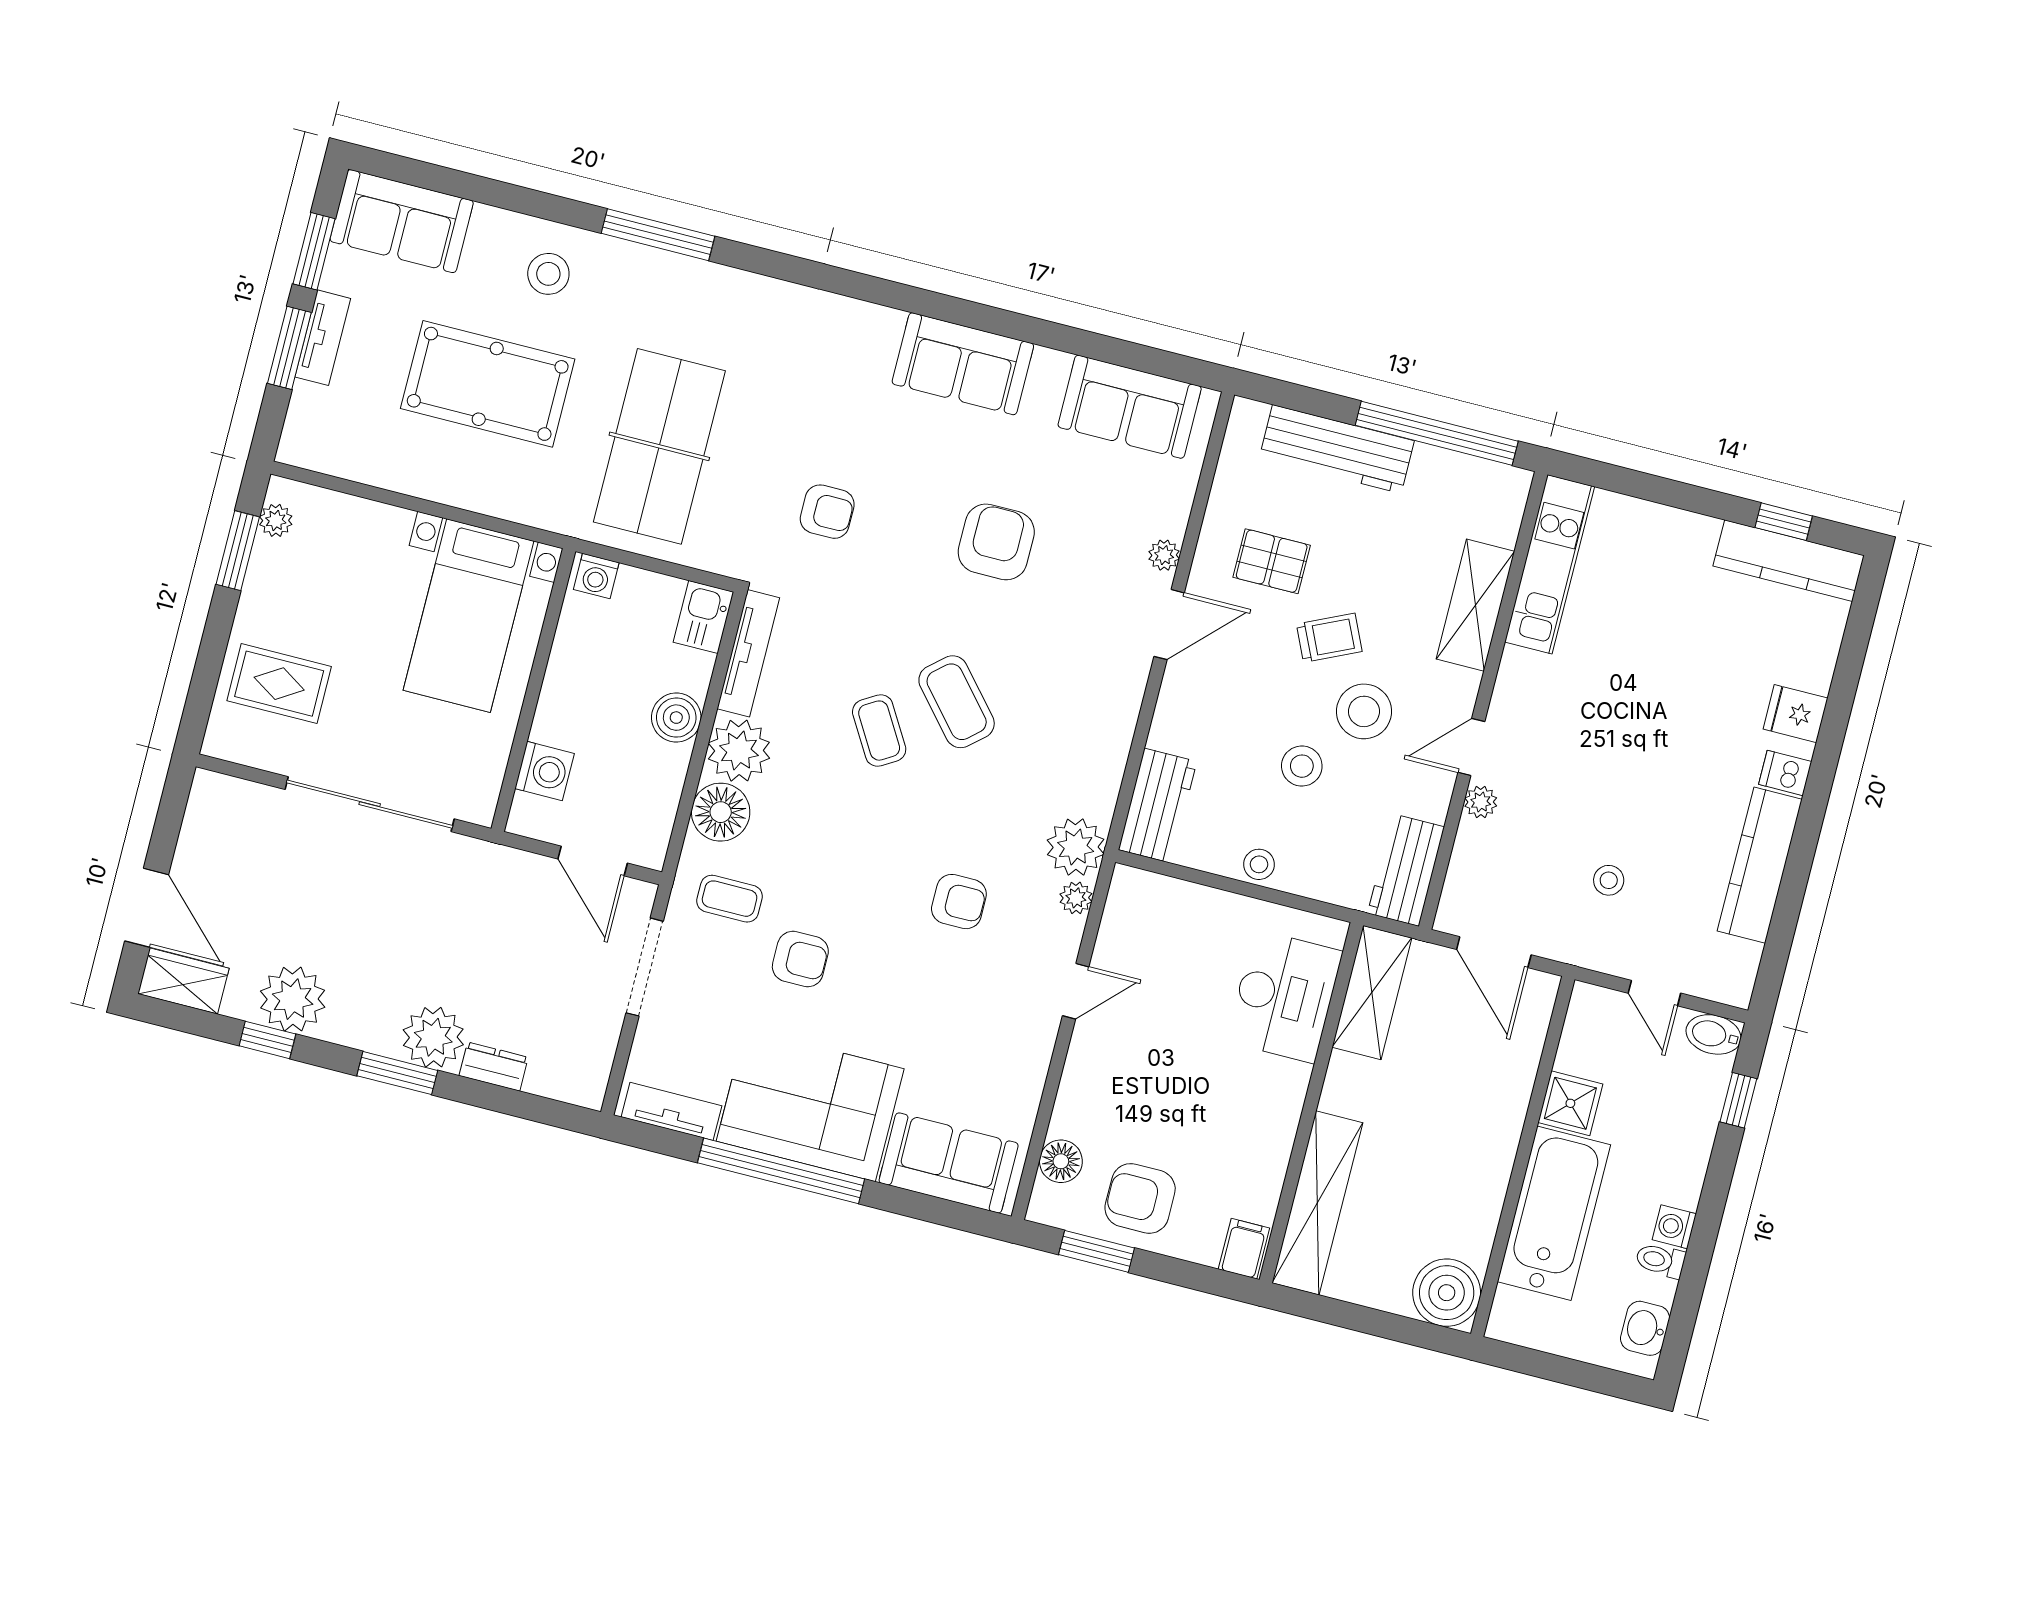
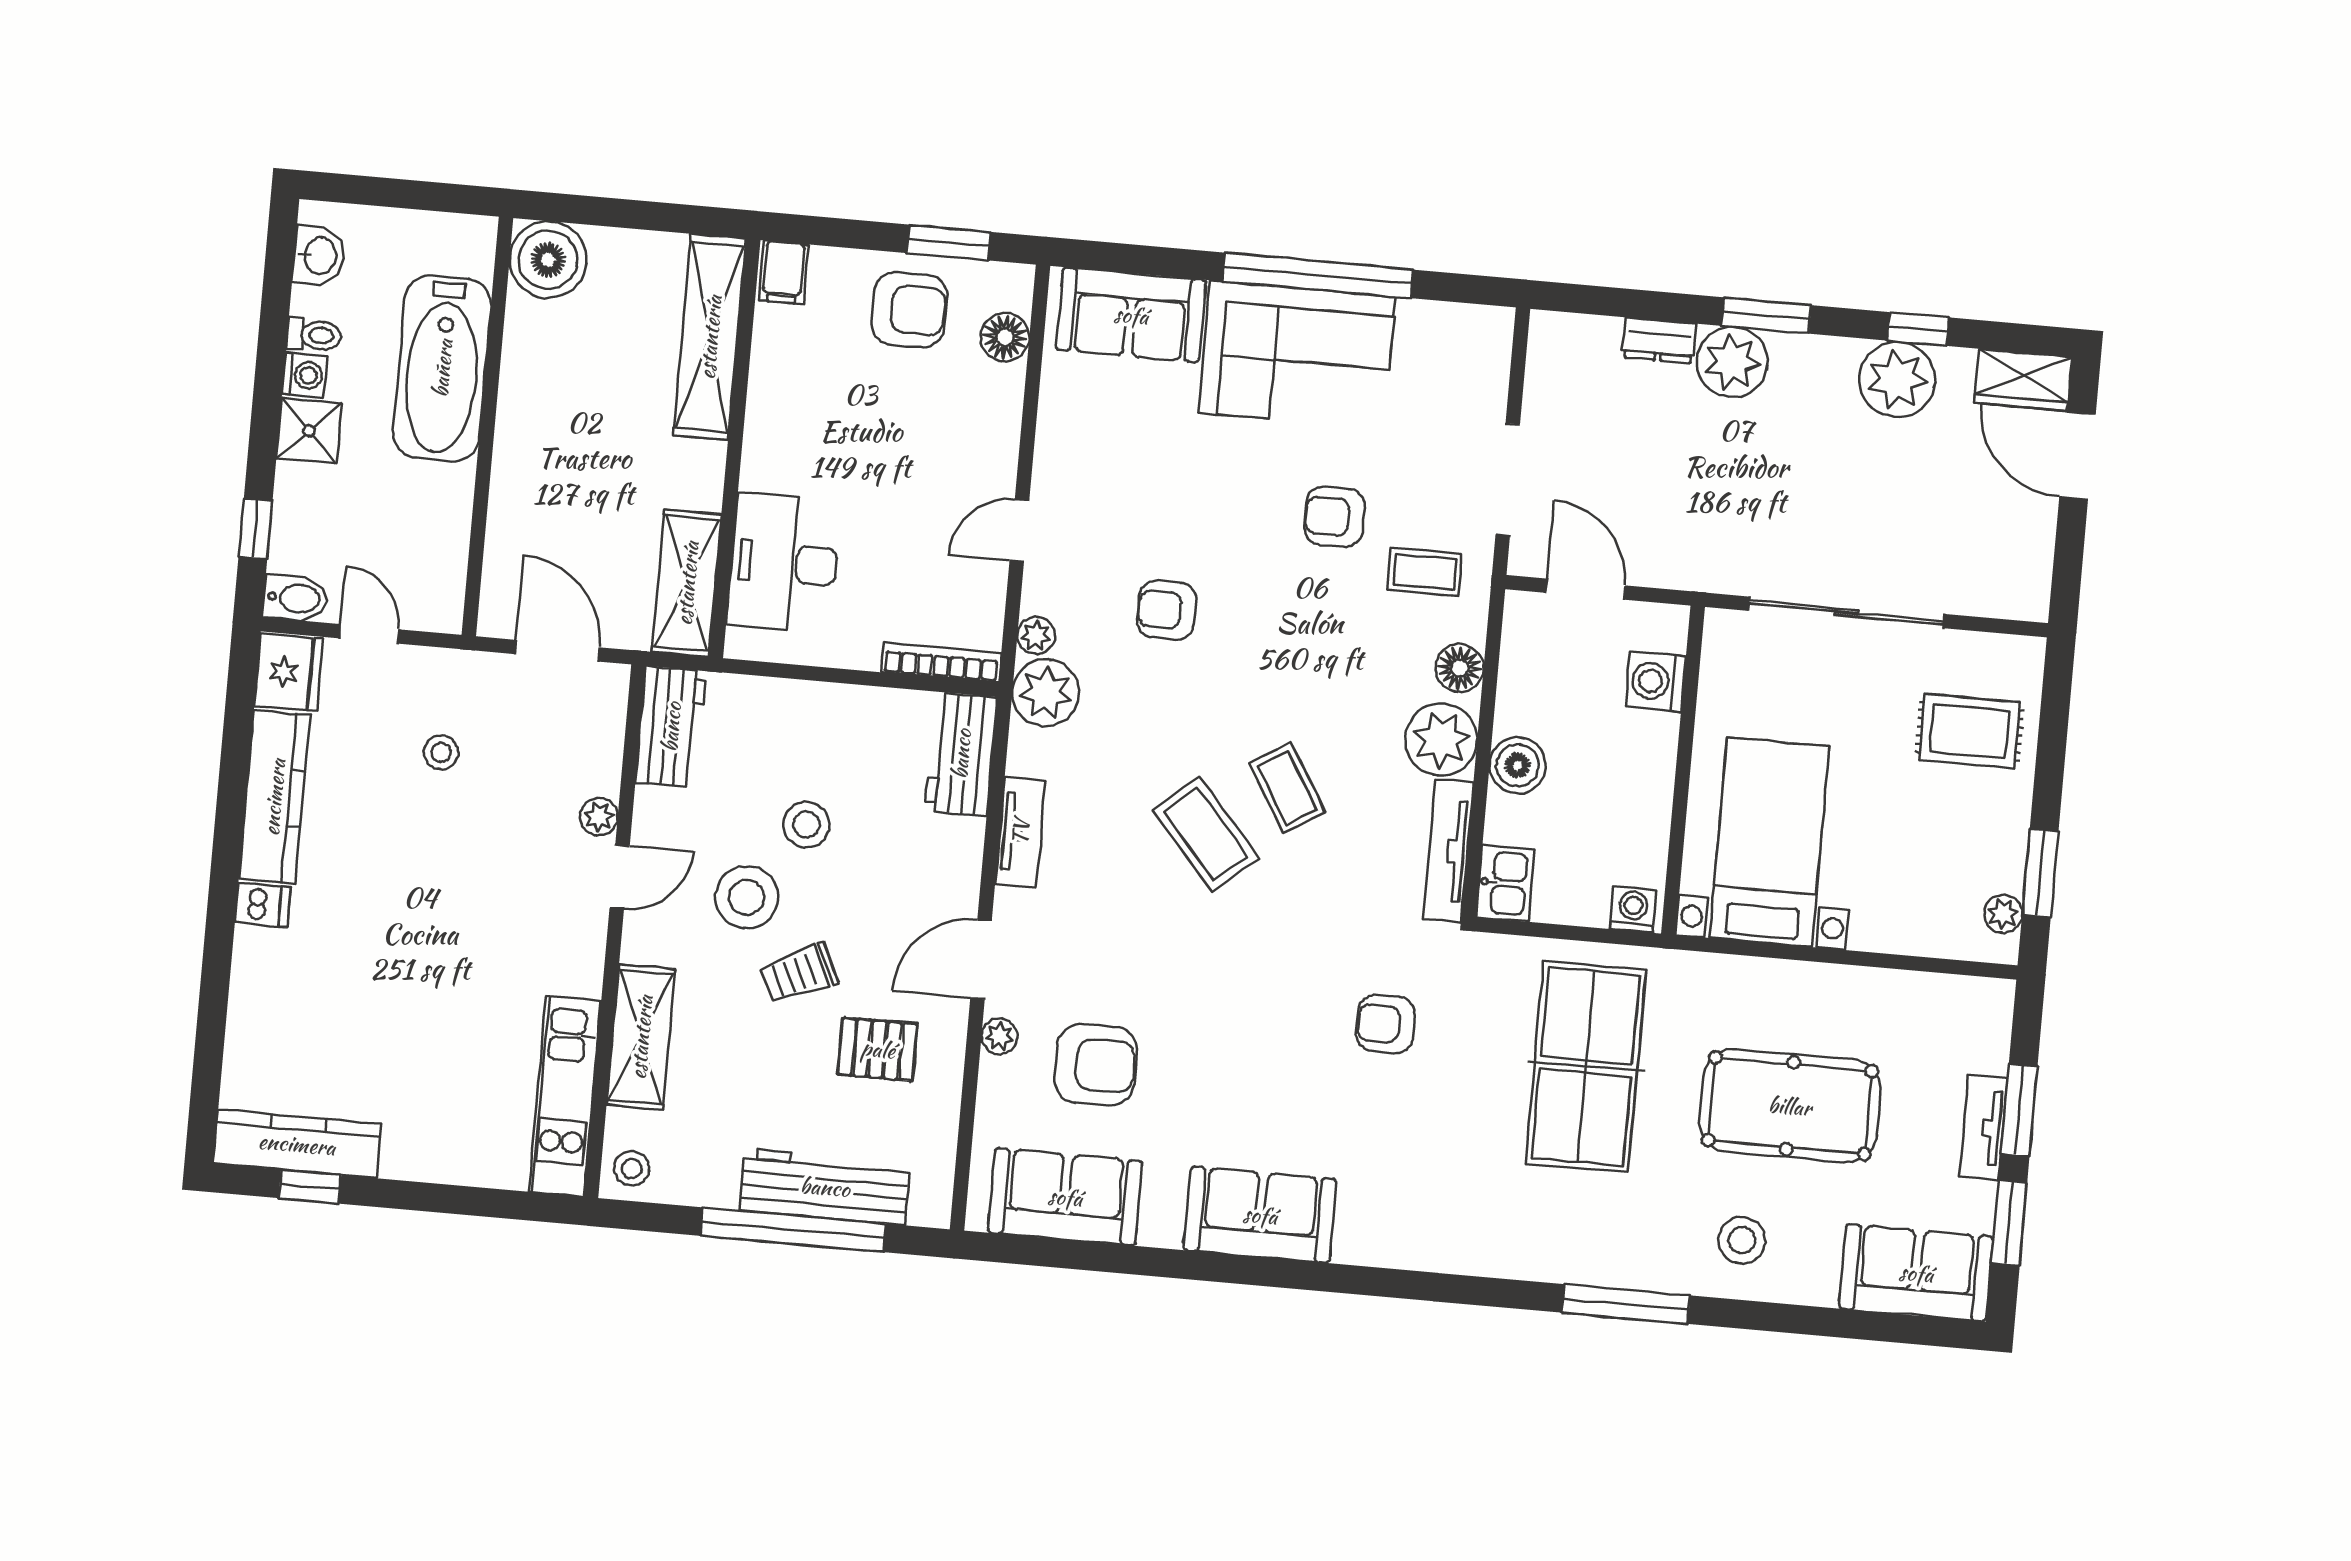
window: (1437, 433) -> (793, 1230), moved
armchair: (996, 542) -> (1096, 1065), moved, turned -90
fridge: (1795, 714) -> (289, 672), moved, width x1.38
floor lamp: (721, 812) -> (1460, 668), width x0.73, depth x0.73
stool: (1259, 864) -> (632, 1168), moved
bookcase: (1162, 888) -> (941, 663), added
shower: (1570, 1103) -> (309, 431), moved
tv unit: (672, 1111) -> (1020, 832), moved, turned -90

